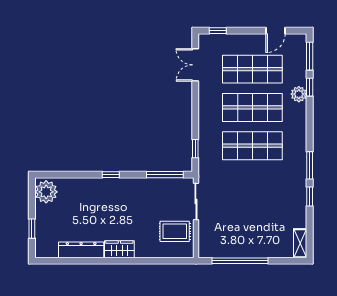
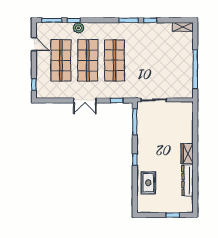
double door: (195, 65) -> (85, 100), moved
plant: (46, 192) -> (147, 205), removed
rug: (175, 231) -> (148, 183), moved

